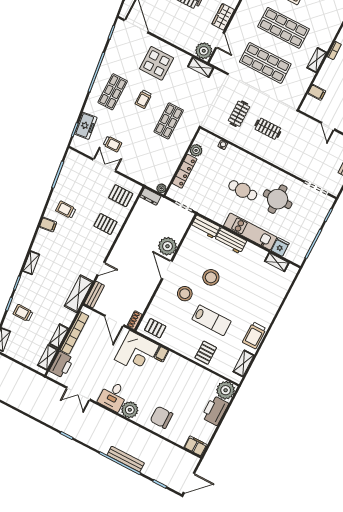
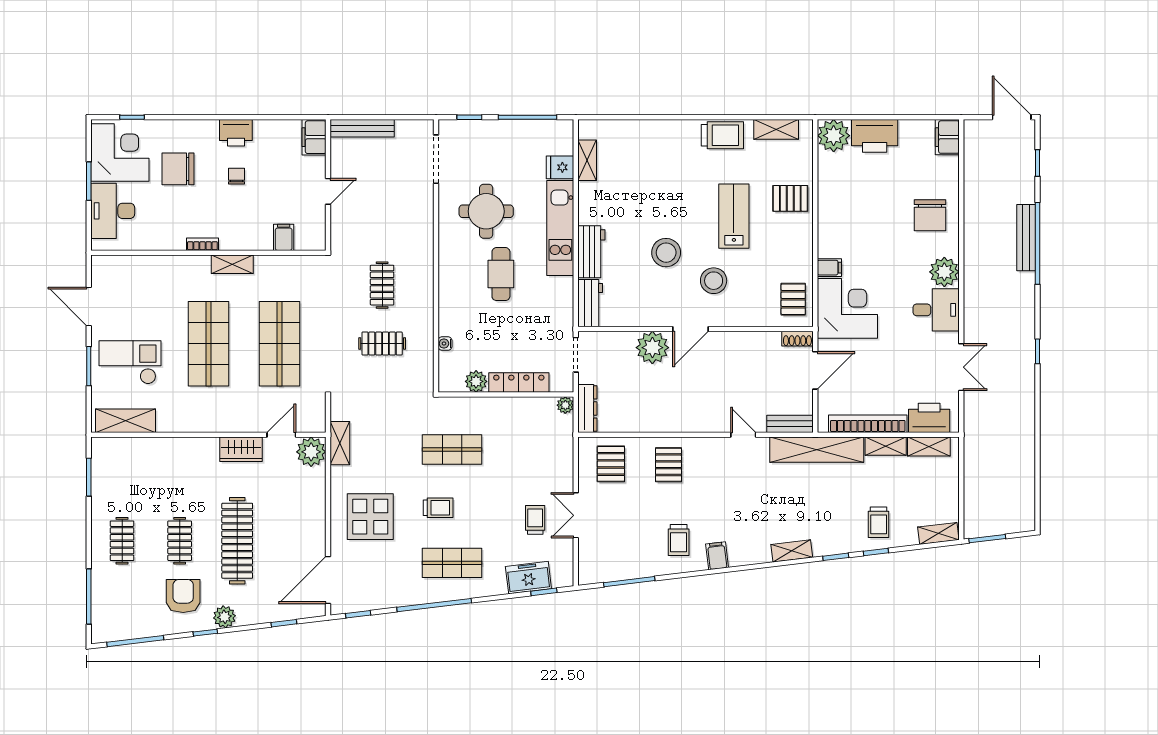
dresser: (150, 197) -> (587, 408), width x1.44
shelving: (79, 294) -> (817, 450), width x1.47

